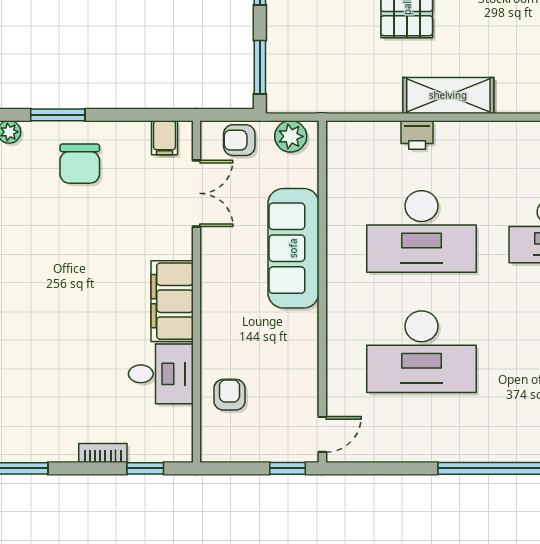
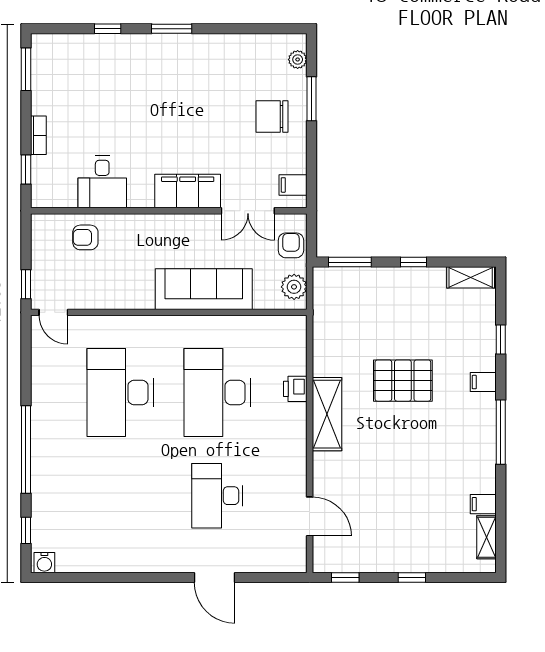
filing cabinet: (172, 301) -> (188, 191), moved
armchair: (229, 395) -> (85, 237), turned 180

